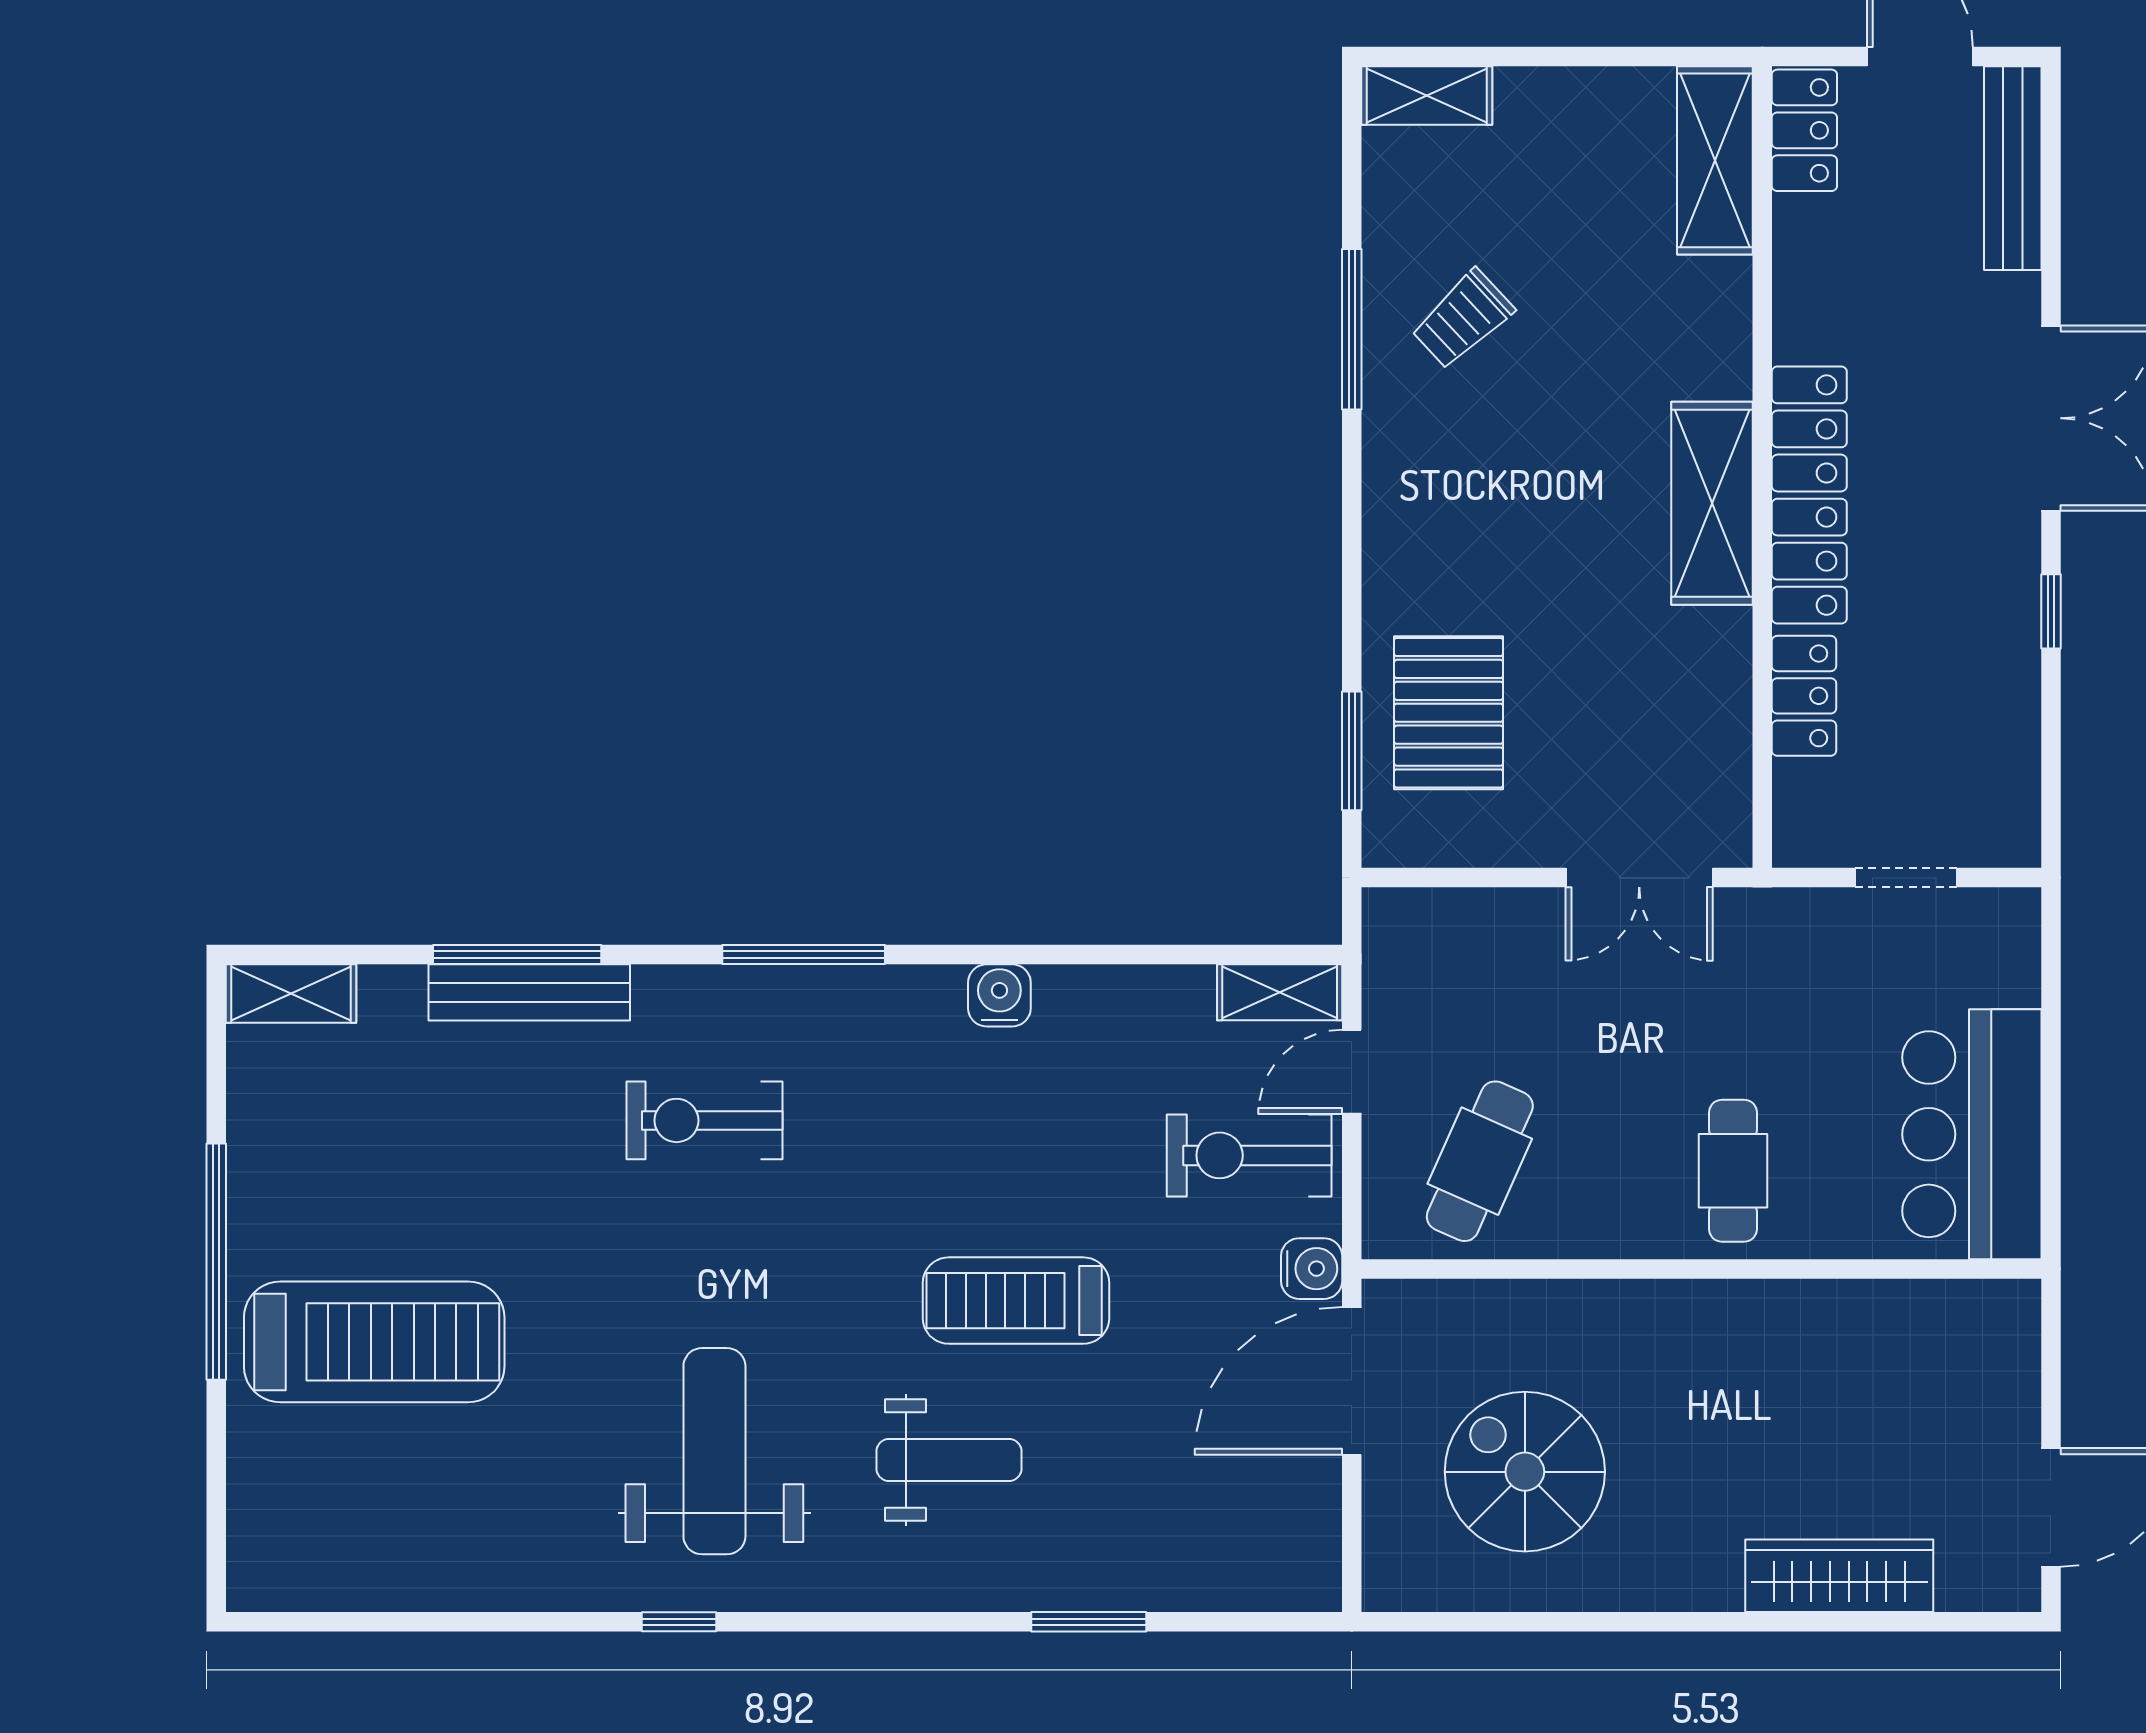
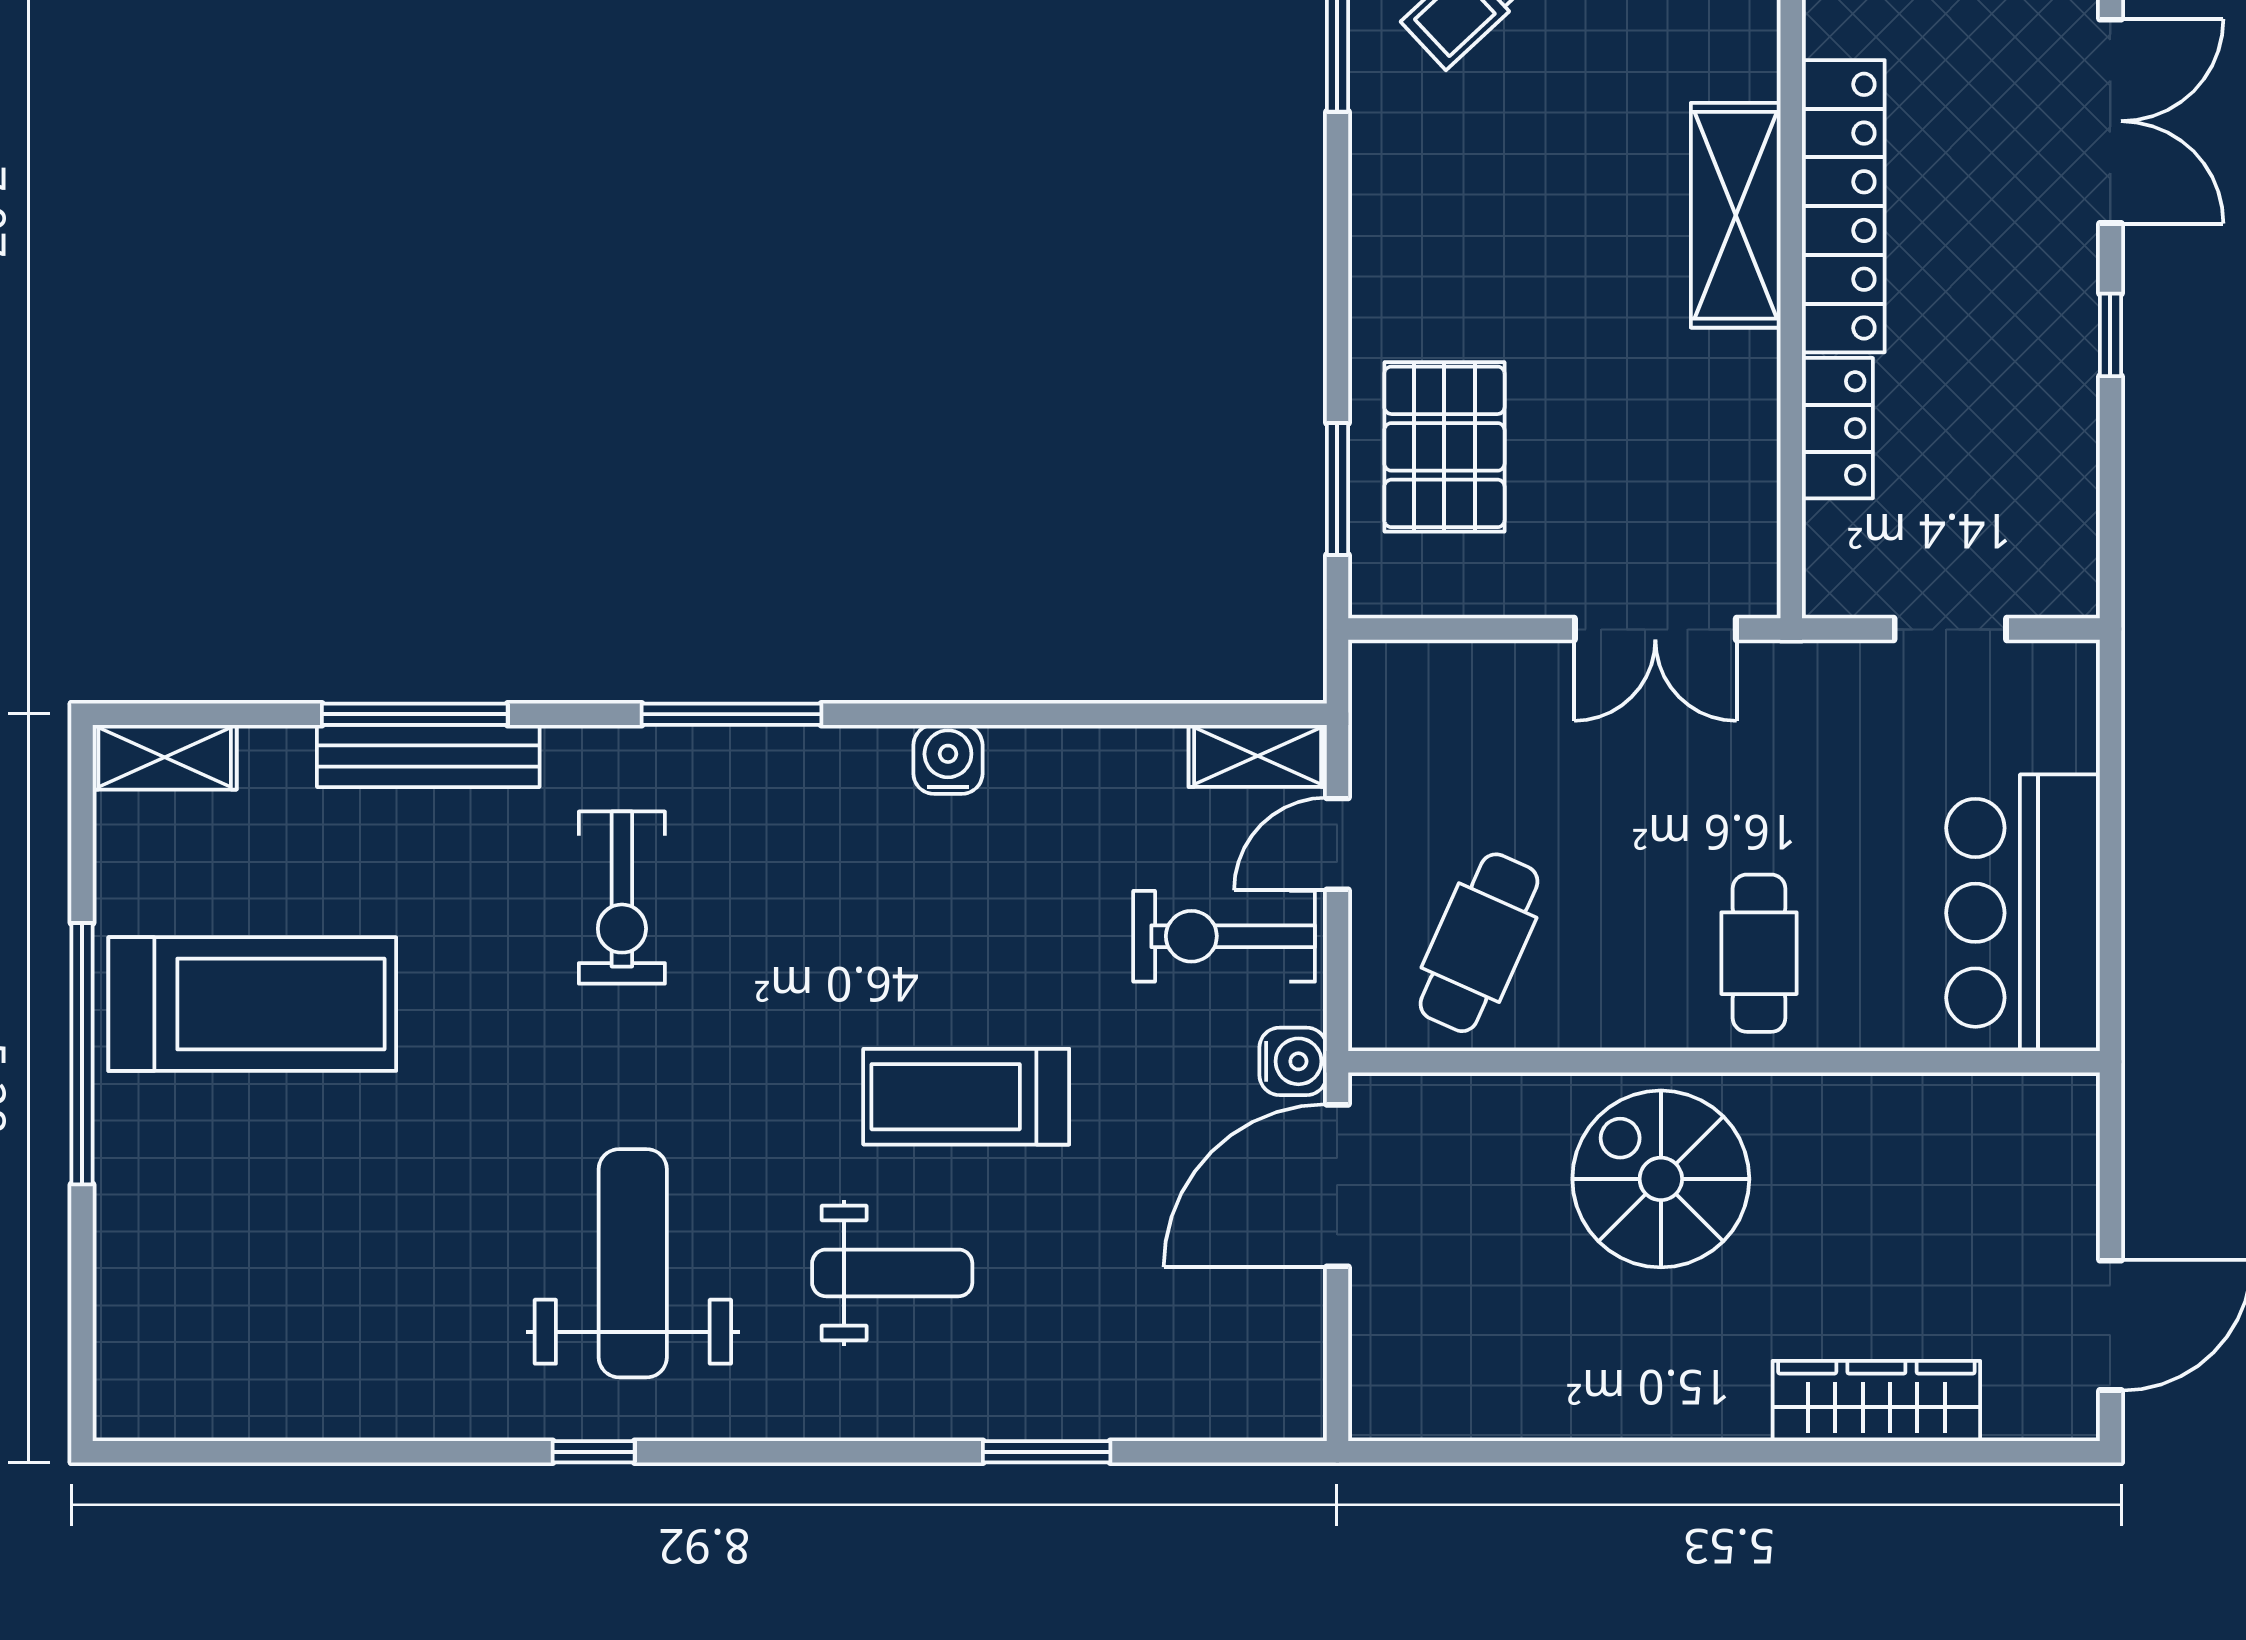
exercise bike: (705, 1120) -> (622, 898), turned -90
treadmill: (374, 1342) -> (252, 1004), moved
spiral stairs: (1525, 1472) -> (1661, 1179), moved

